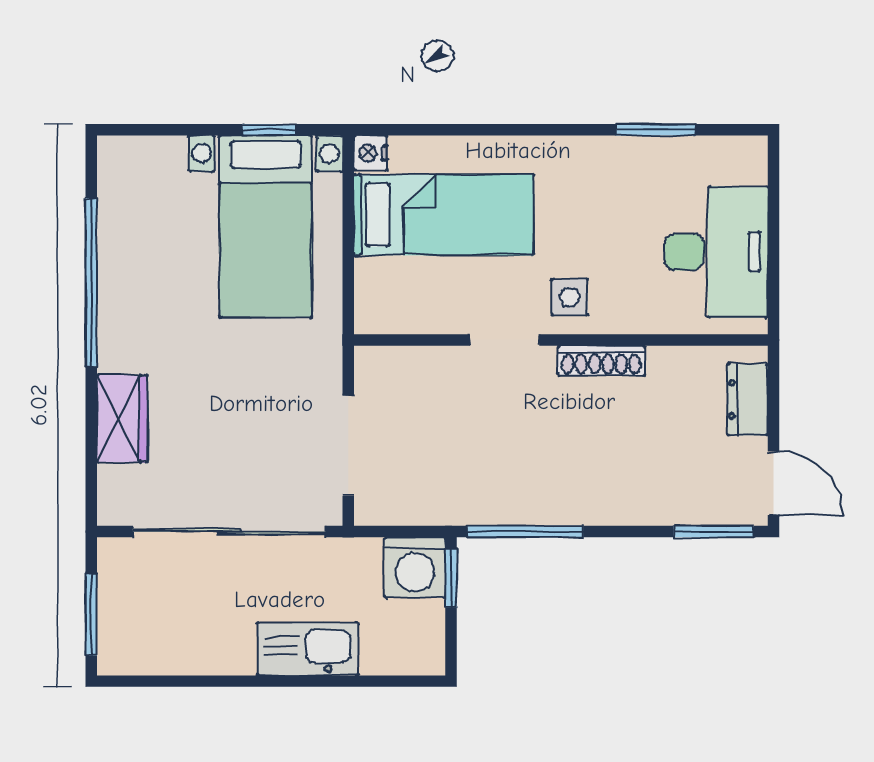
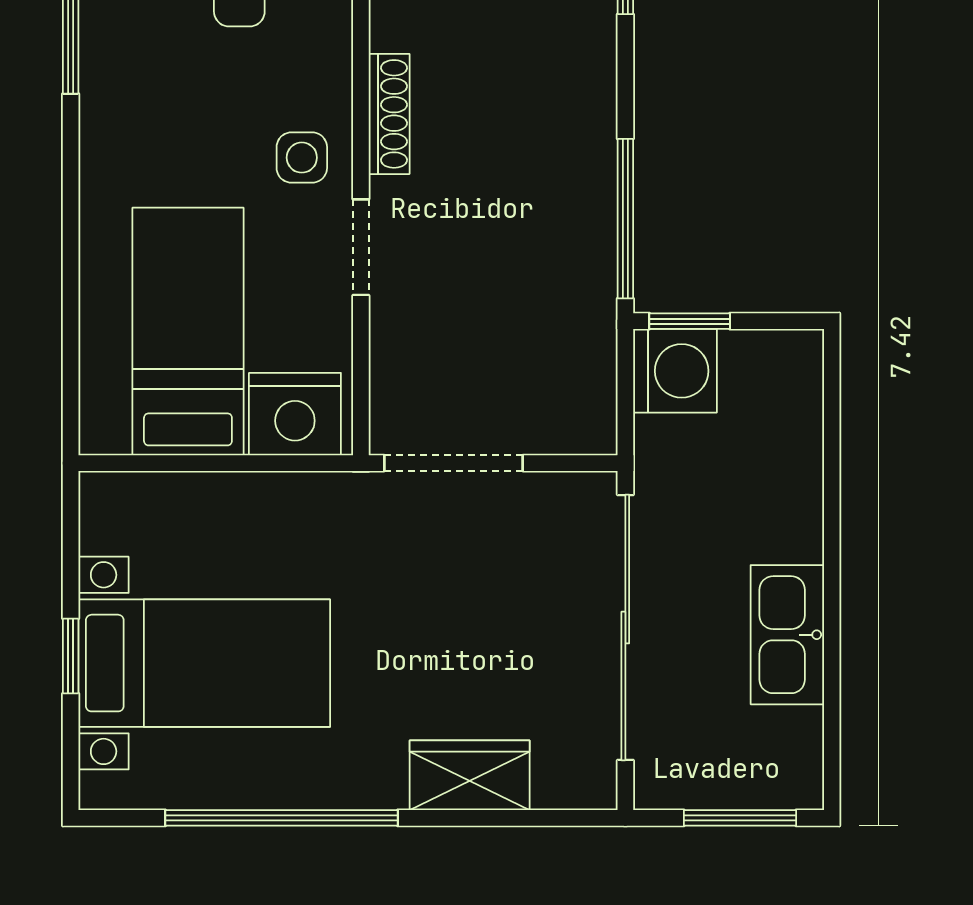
window: (269, 130) -> (71, 656), moved
nightstand: (370, 153) -> (295, 414), moved, width x1.89, depth x1.79
bed with nightstands: (266, 226) -> (204, 663), moved
doorway: (348, 446) -> (454, 463), moved
kitchen sink: (308, 649) -> (787, 635), moved

